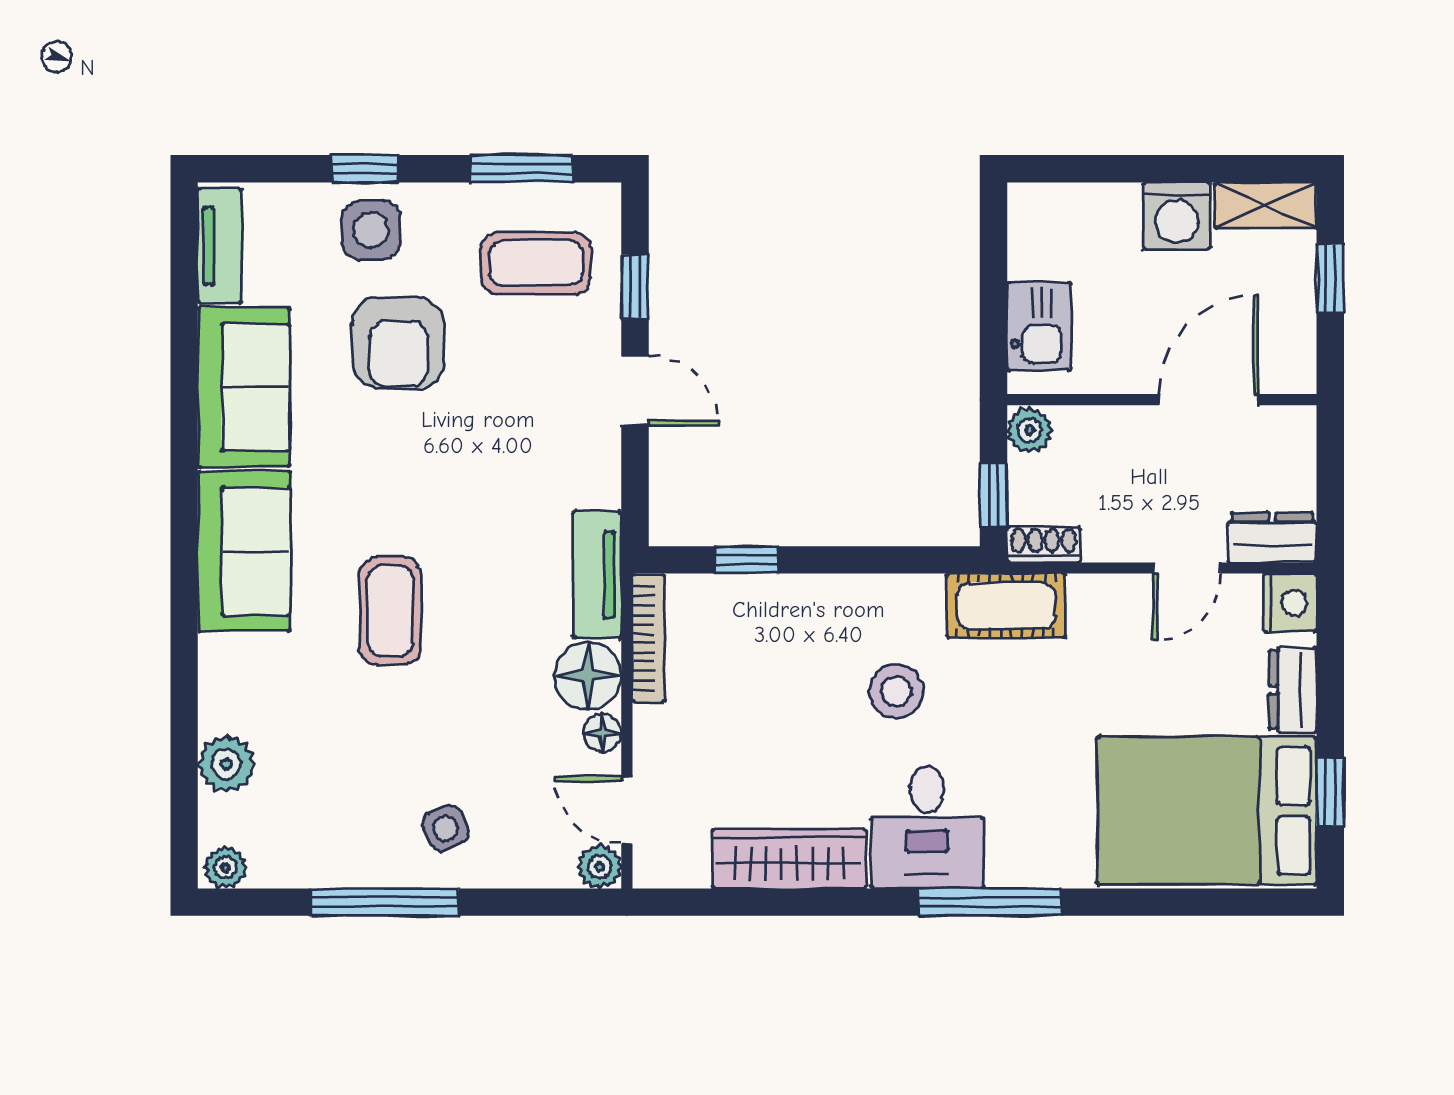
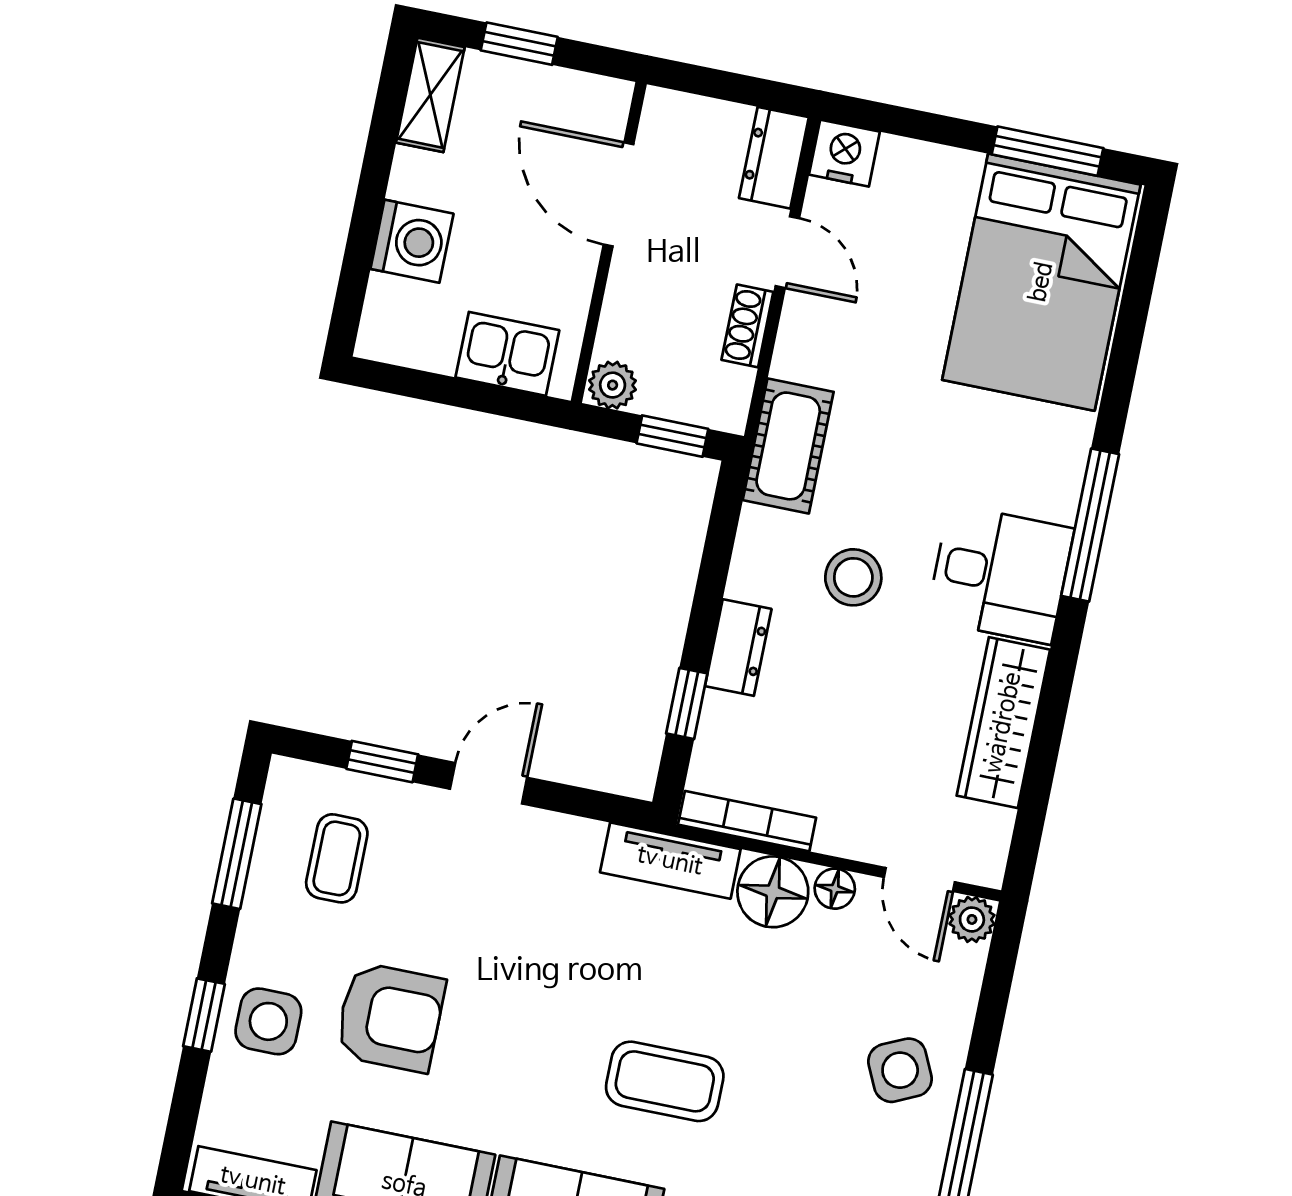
washing machine: (1177, 216) -> (412, 241), moved
coffee table: (536, 263) -> (337, 858), width x0.73, depth x0.77
shoe rack: (1044, 545) -> (747, 326), moved
dresser: (1293, 690) -> (738, 648), moved, turned -90
window: (1330, 791) -> (1048, 151), width x1.50
door: (627, 810) -> (919, 880), hinge flipped
side table: (445, 828) -> (900, 1070), width x1.37, depth x1.37

